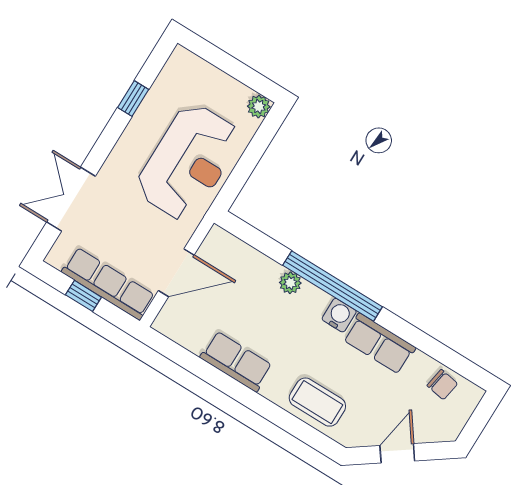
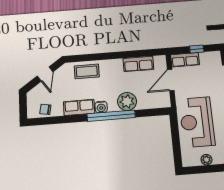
plant: (259, 107) -> (206, 160), moved
plant: (290, 283) -> (127, 101), width x1.88, depth x1.88
row of seats: (108, 284) -> (185, 60), width x0.68
row of seats: (236, 362) -> (138, 64), moved

